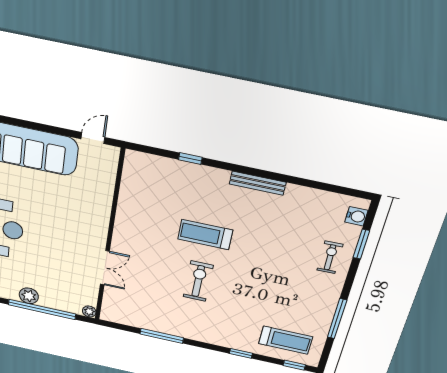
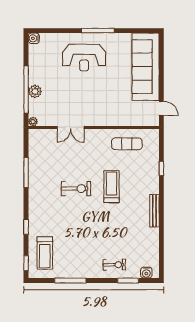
exercise mat: (142, 199) -> (127, 144), added
plant: (29, 296) -> (35, 91), moved

